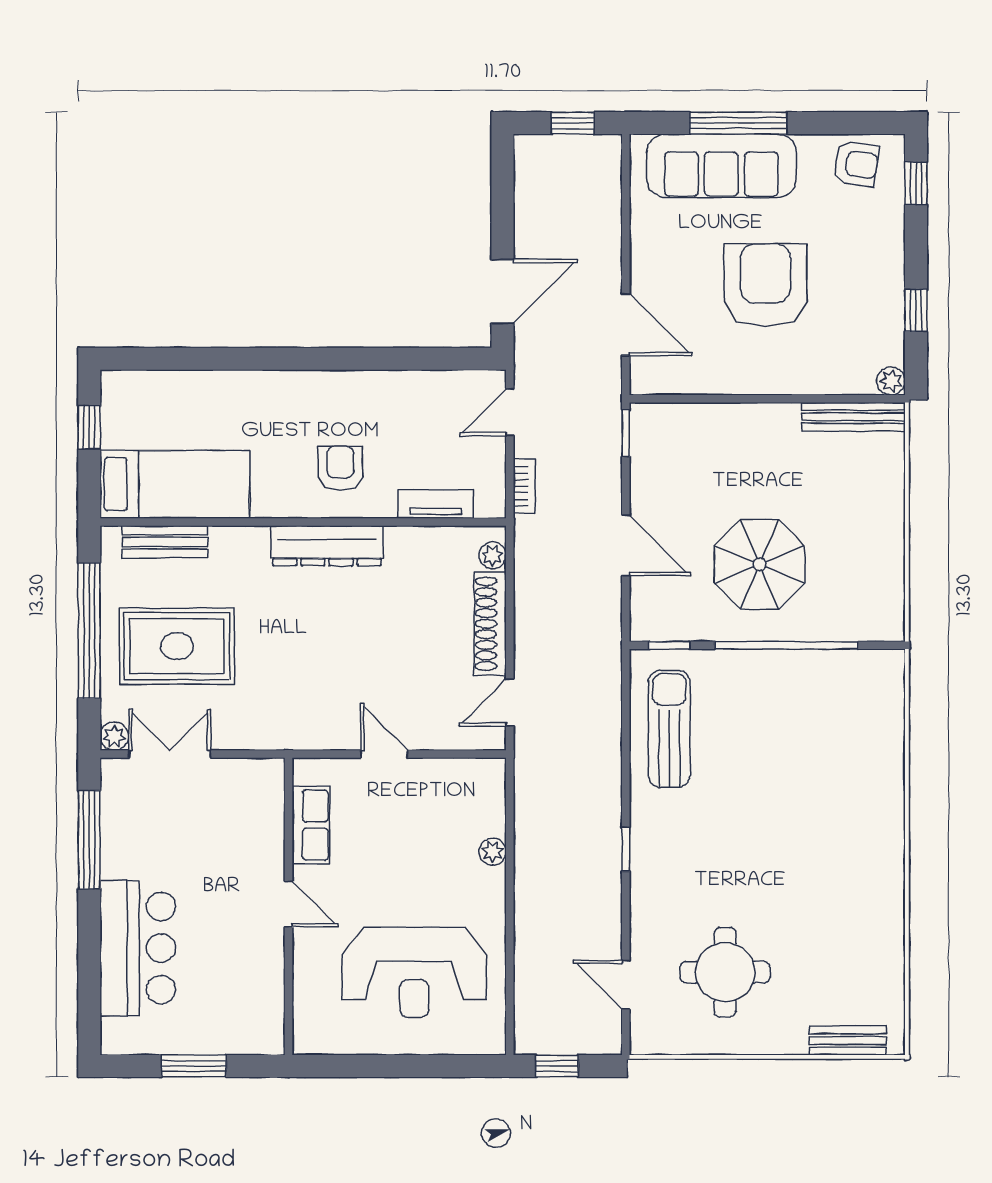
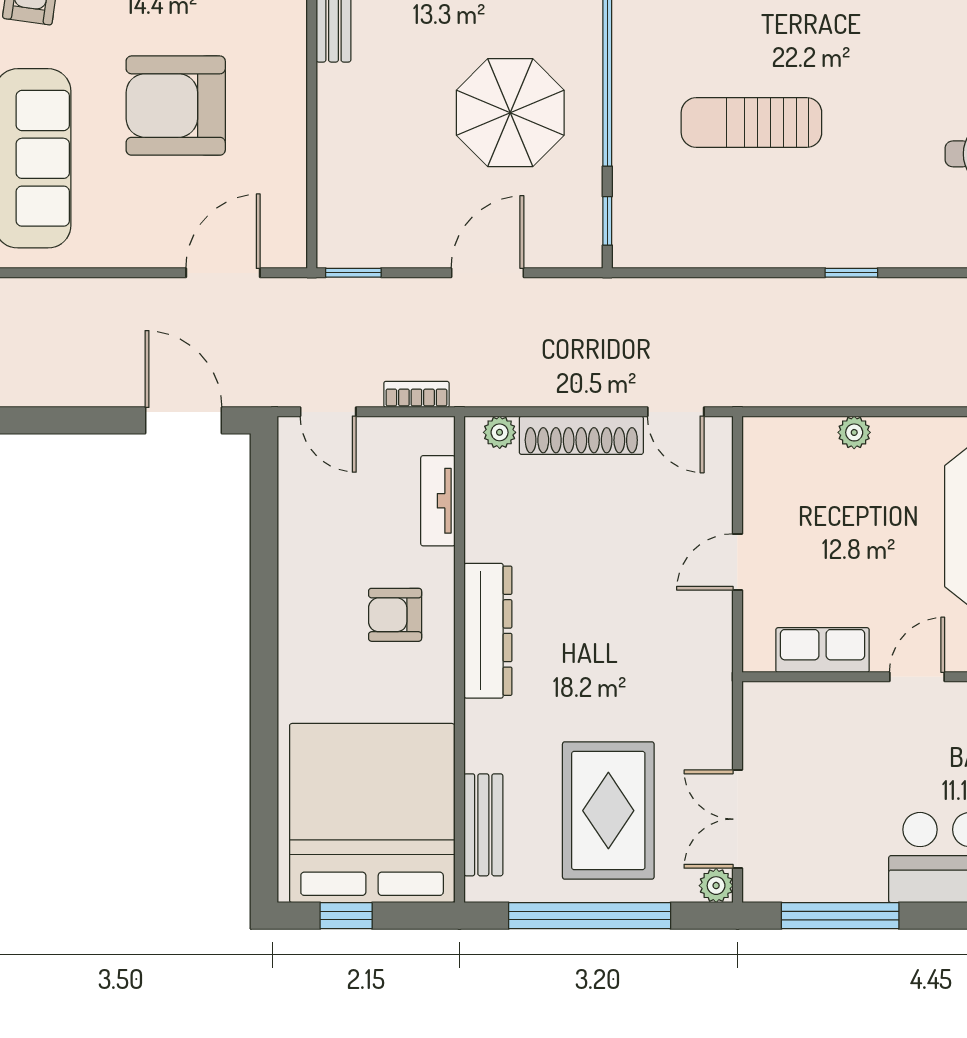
bed: (175, 484) -> (372, 813), width x2.04
sun lounger: (669, 729) -> (751, 123), moved

